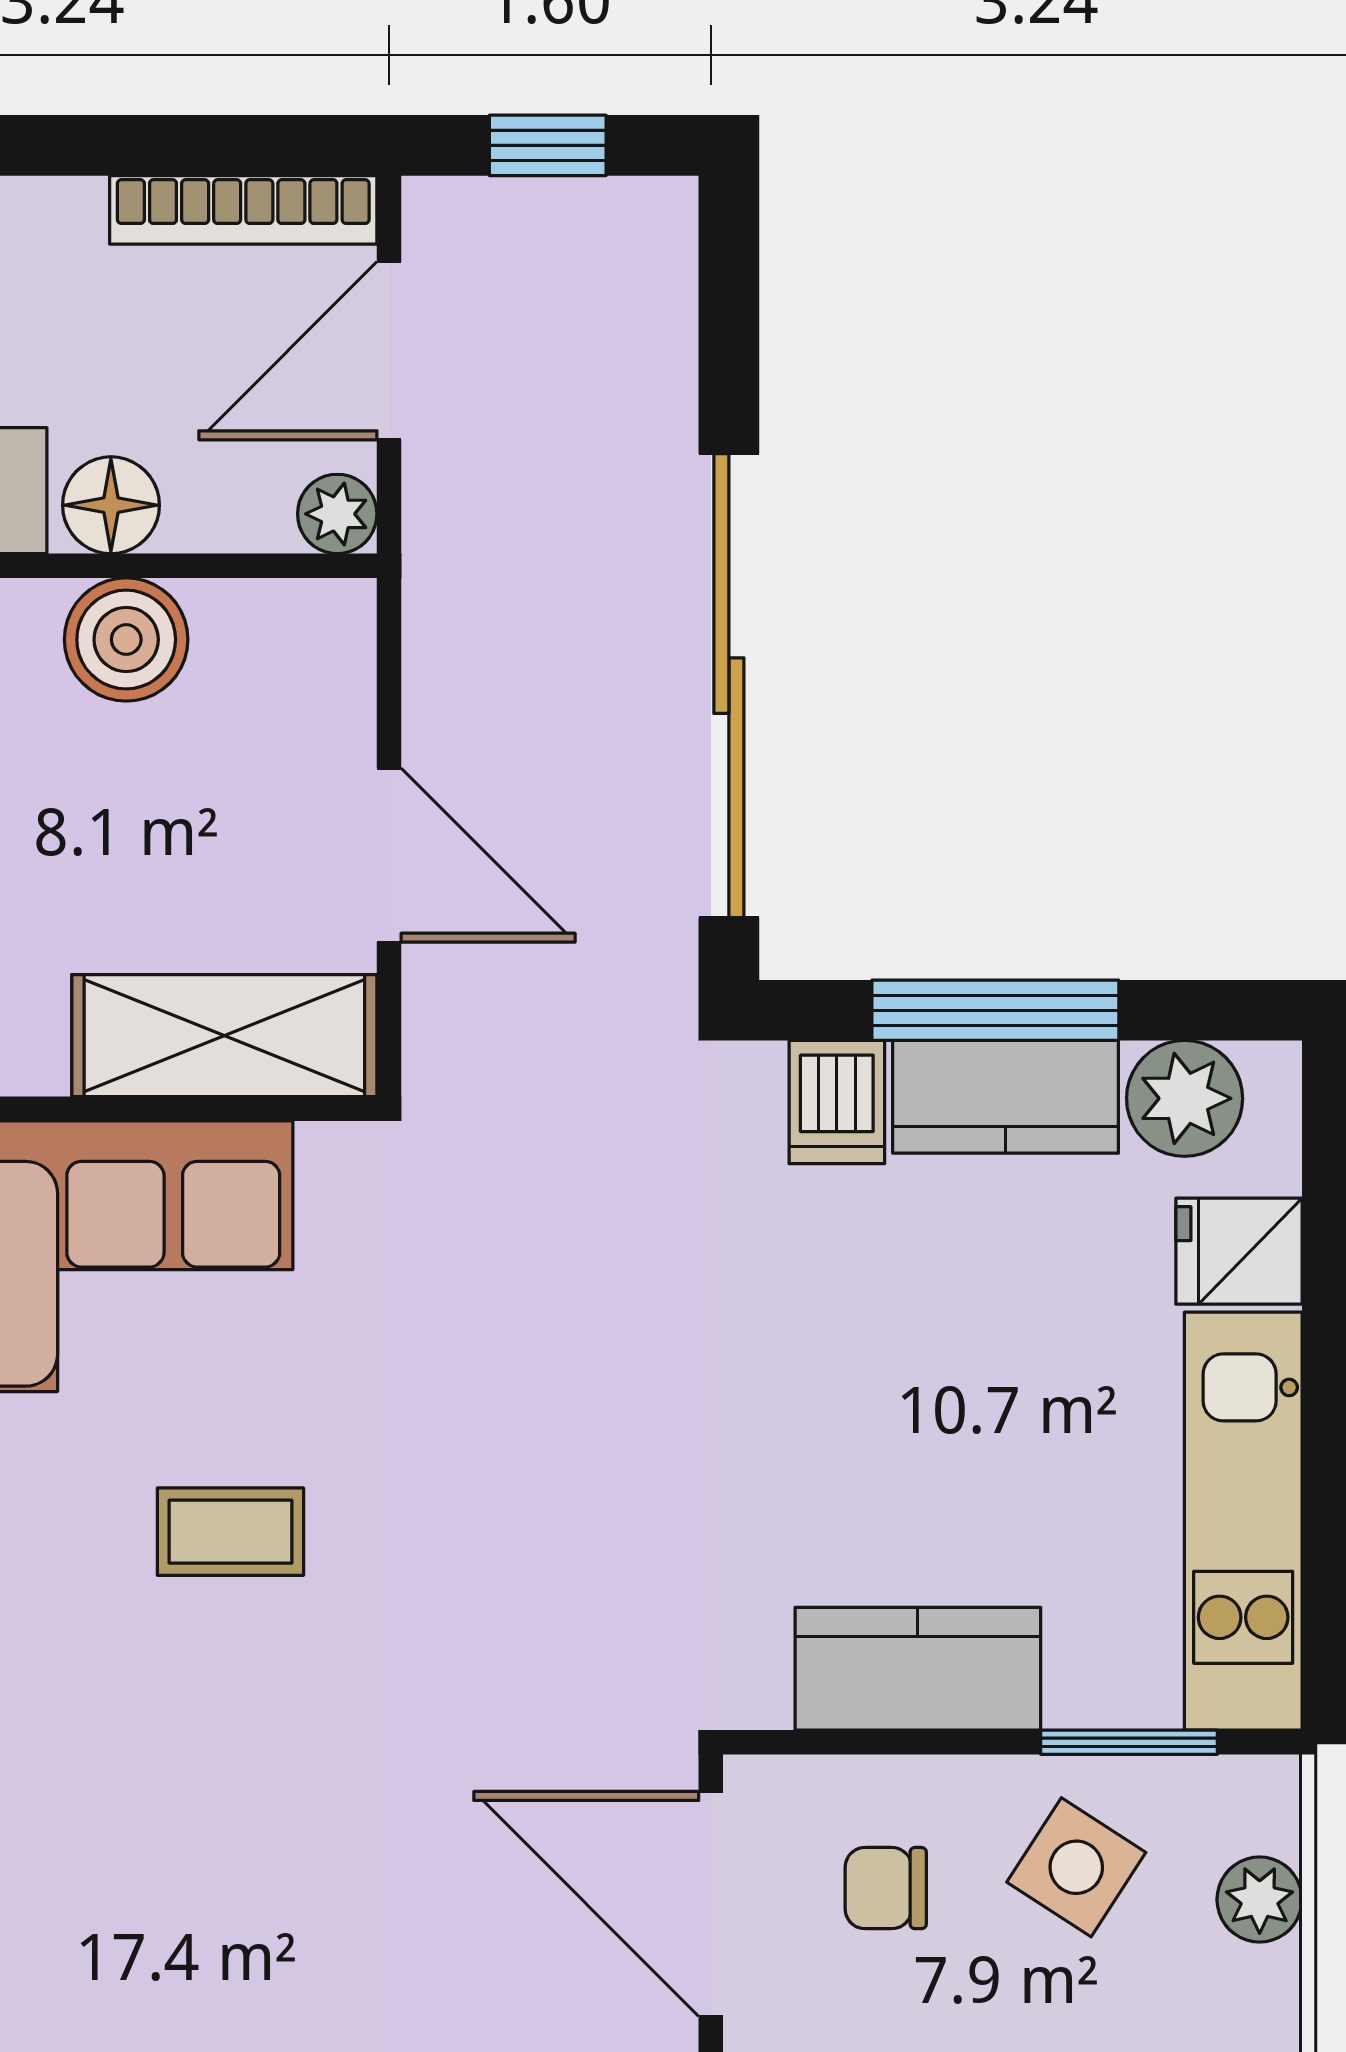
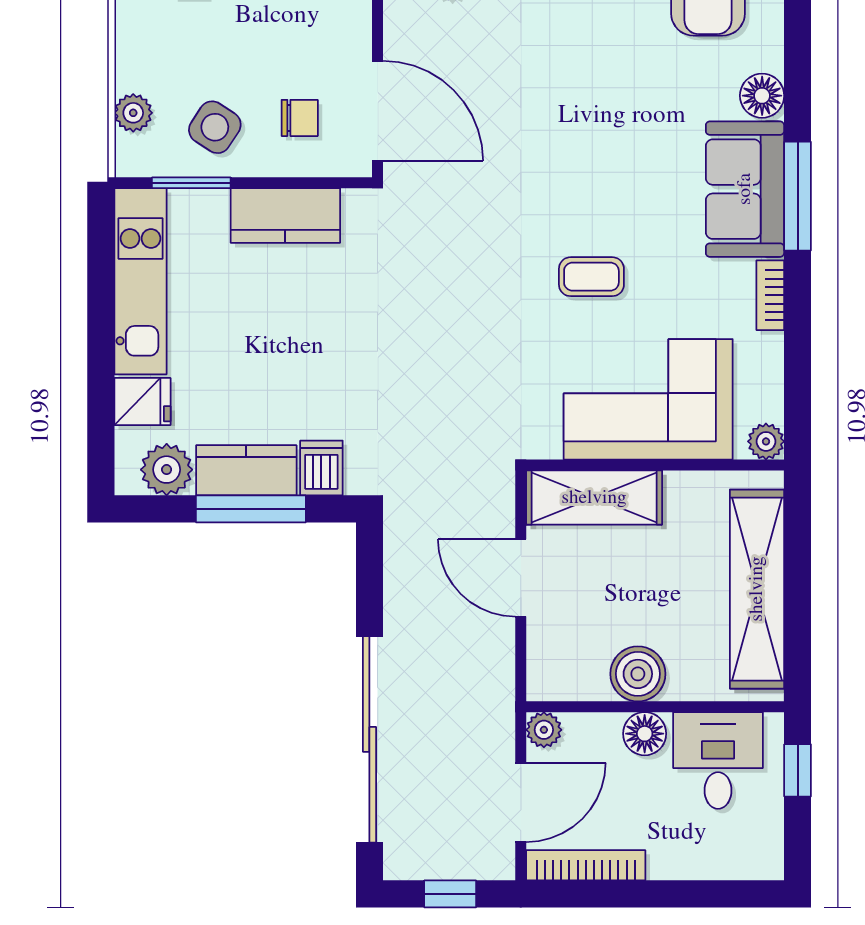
sliding door: (729, 686) -> (369, 739), moved

